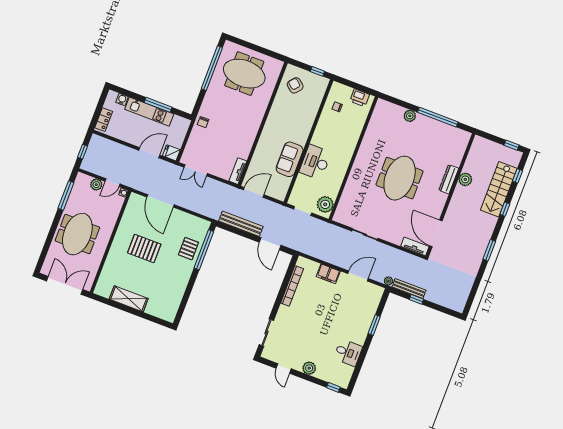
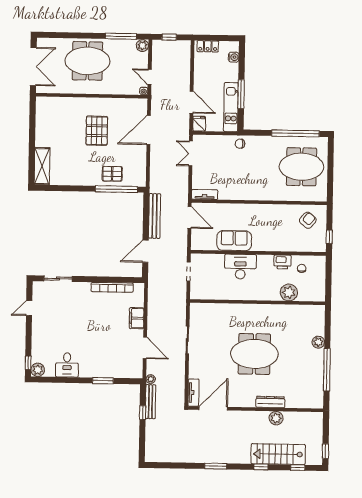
meeting table: (244, 74) -> (301, 167), turned 90
printer: (360, 98) -> (282, 262), moved, turned -90
kitchen unit: (149, 112) -> (231, 107), moved
plant: (96, 185) -> (142, 46), moved
plant: (325, 204) -> (289, 292), moved
shelving: (129, 299) -> (42, 166), moved
plant: (309, 368) -> (38, 370), moved

